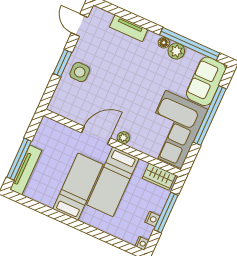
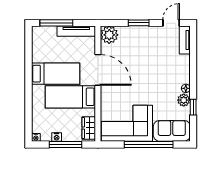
tv unit: (129, 28) -> (185, 40), moved
window: (190, 44) -> (193, 107), width x0.32
side table: (80, 72) -> (138, 38), removed
door: (96, 135) -> (98, 70), width x1.36
plant: (123, 138) -> (109, 35), moved, width x1.88, depth x1.88
tv unit: (26, 170) -> (76, 31), moved

